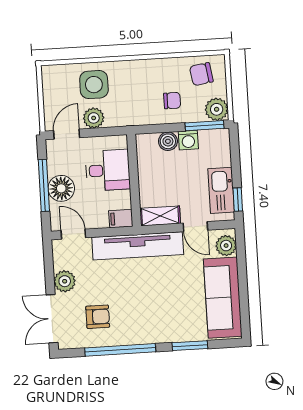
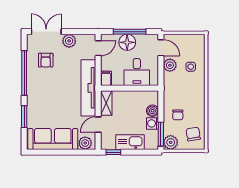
side table: (94, 85) -> (191, 67), width x0.54, depth x0.54
kitchen sink: (221, 190) -> (130, 142), moved

